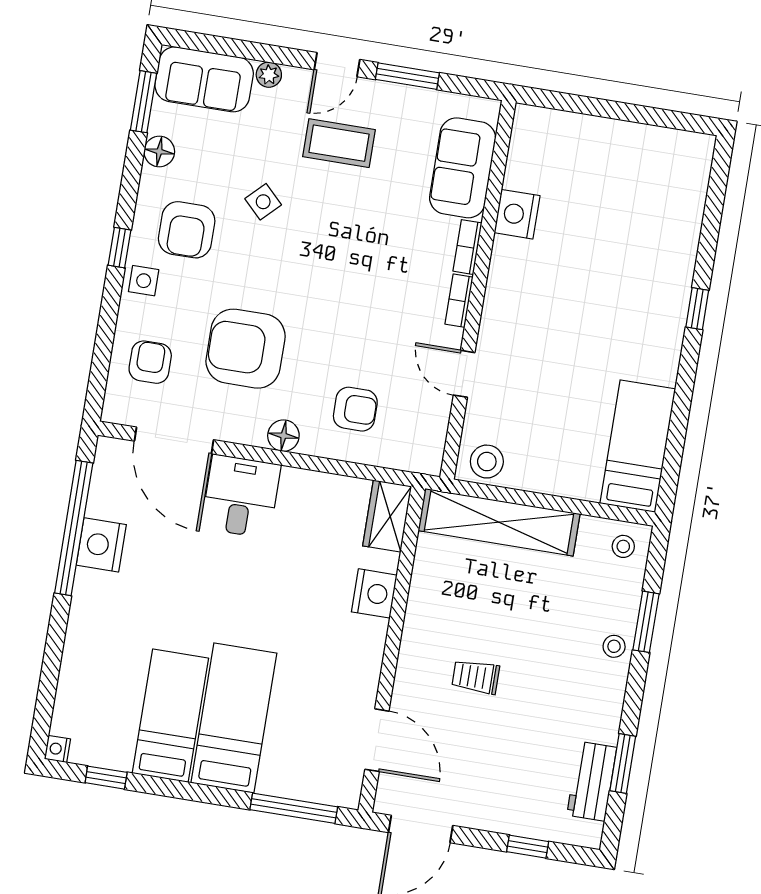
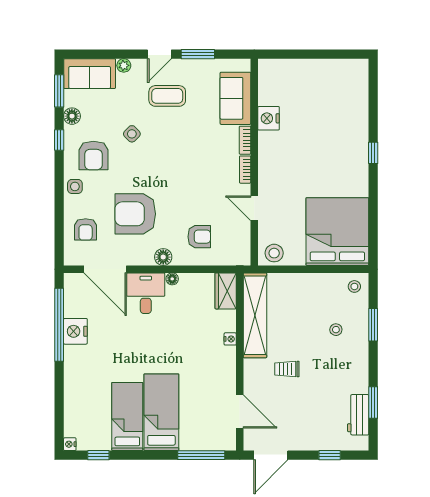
window: (120, 248) -> (59, 140), moved
armchair: (150, 362) -> (86, 229), turned 180
bed: (638, 446) -> (337, 232), width x2.04
floor lamp: (293, 478) -> (172, 279), added
shelving: (499, 522) -> (255, 315), moved, turned 90
nightstand: (374, 593) -> (230, 339), width x0.53, depth x0.56
stool: (614, 646) -> (336, 330), moved

